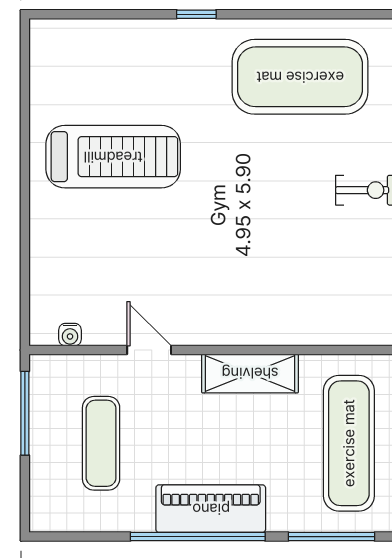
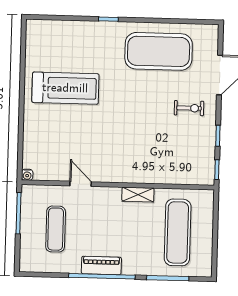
water cooler: (70, 335) -> (27, 175), moved
shelving: (250, 373) -> (138, 195), width x0.67, depth x0.75
piano: (211, 509) -> (101, 265), width x0.73, depth x0.75

